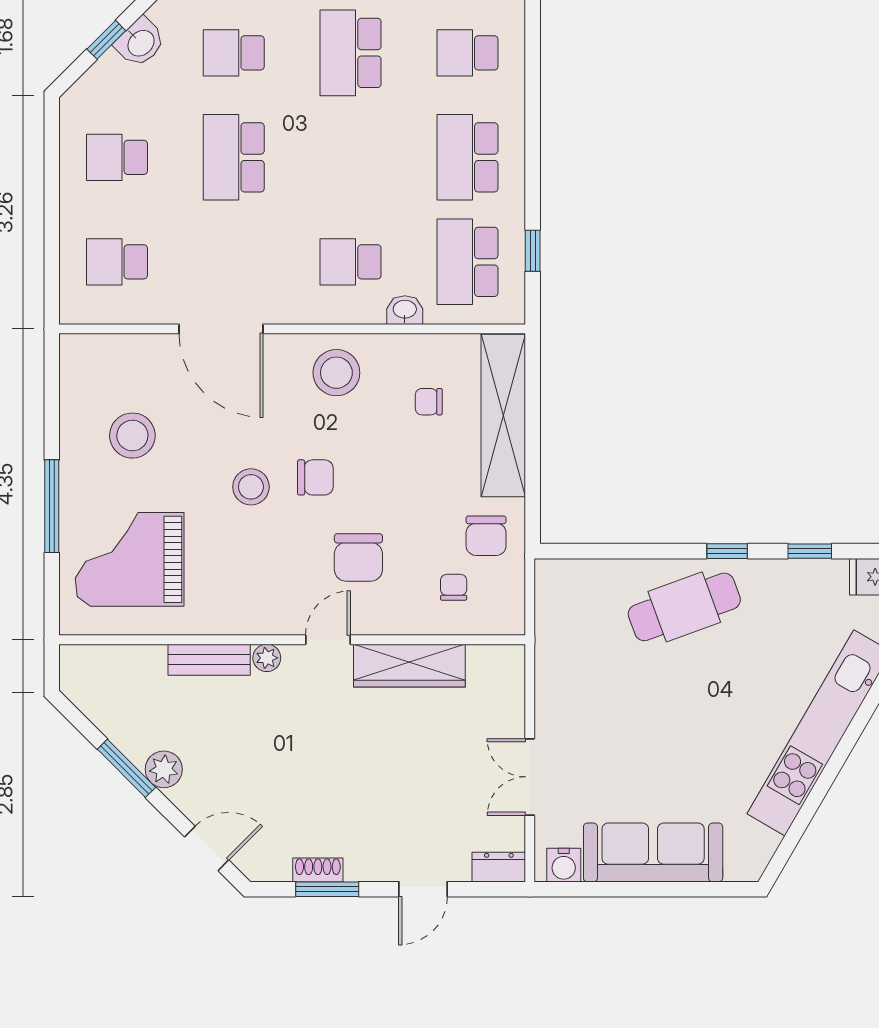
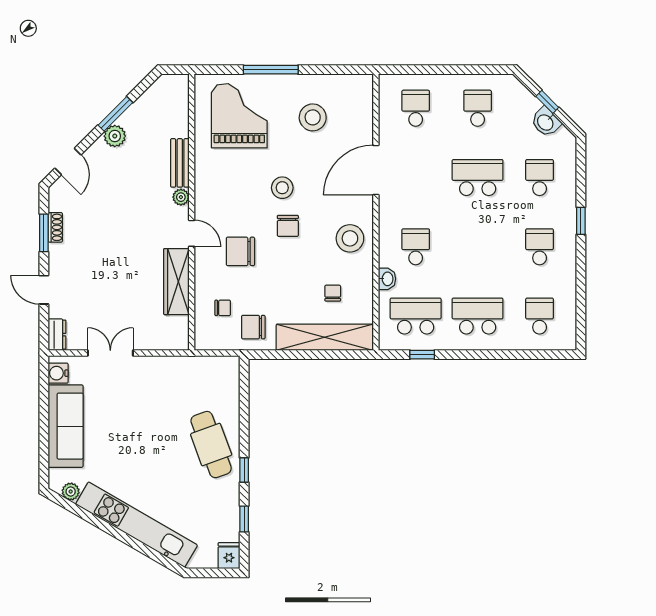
school desk: (351, 53) -> (540, 247), width x0.54
plant: (763, 844) -> (71, 491), added

